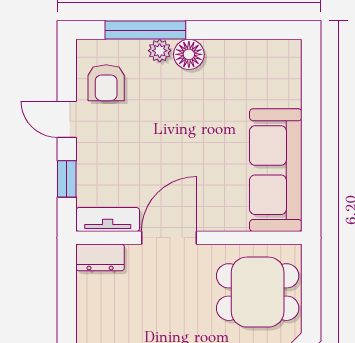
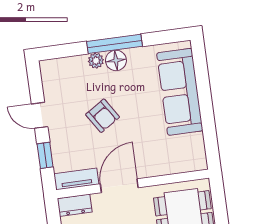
window: (145, 30) -> (115, 44), moved
armchair: (106, 83) -> (103, 116), moved, turned -33
sofa: (276, 170) -> (180, 92), moved

